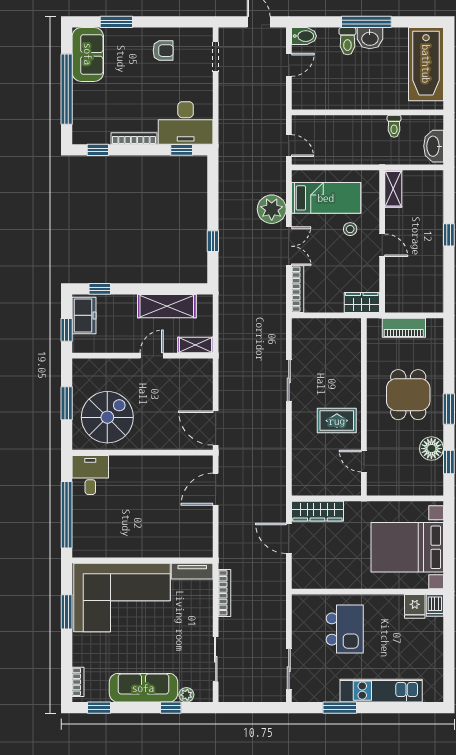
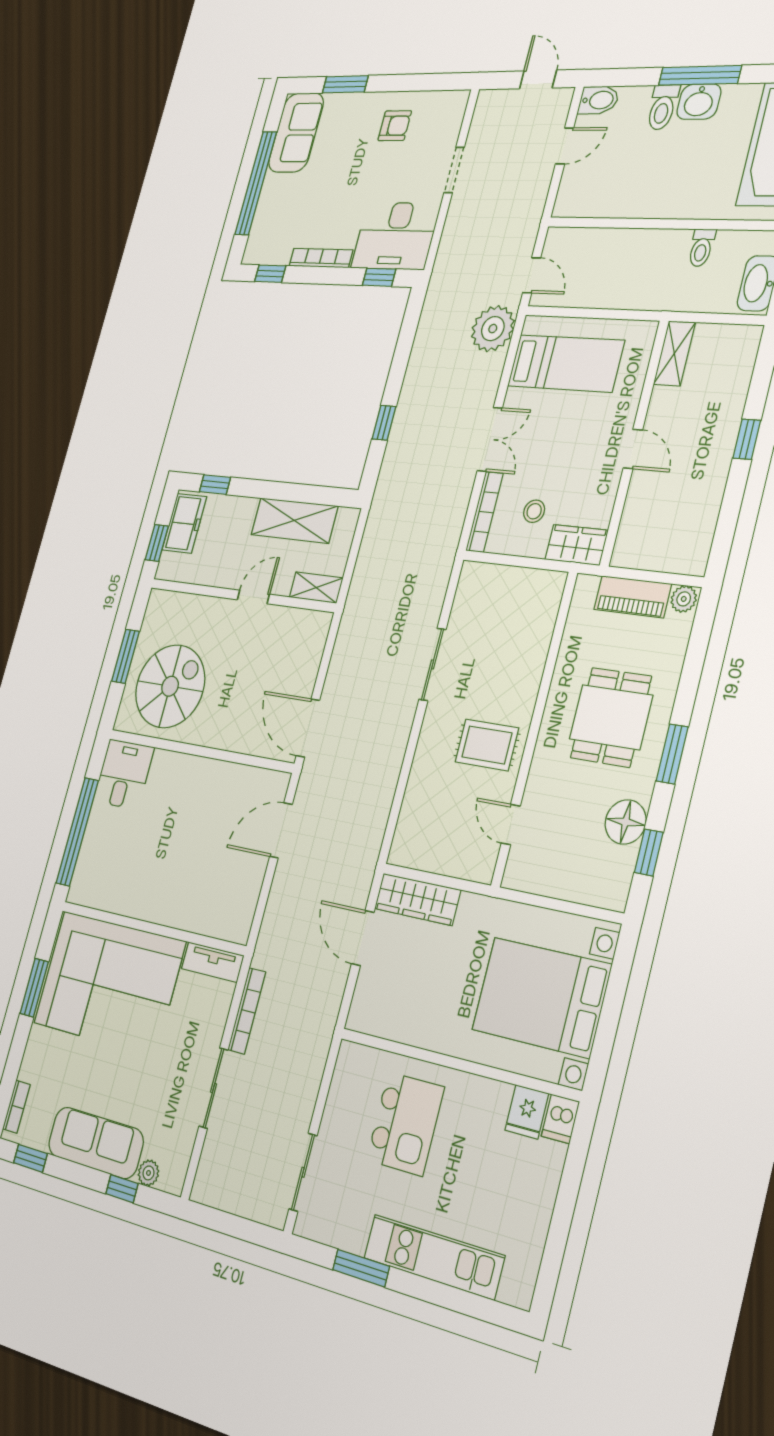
doorway: (216, 57) -> (454, 170), moved
plant: (272, 209) -> (493, 329), moved
stool: (350, 229) -> (534, 511), moved
plant: (434, 326) -> (684, 599), added
sliding door: (216, 659) -> (214, 1088), moved

